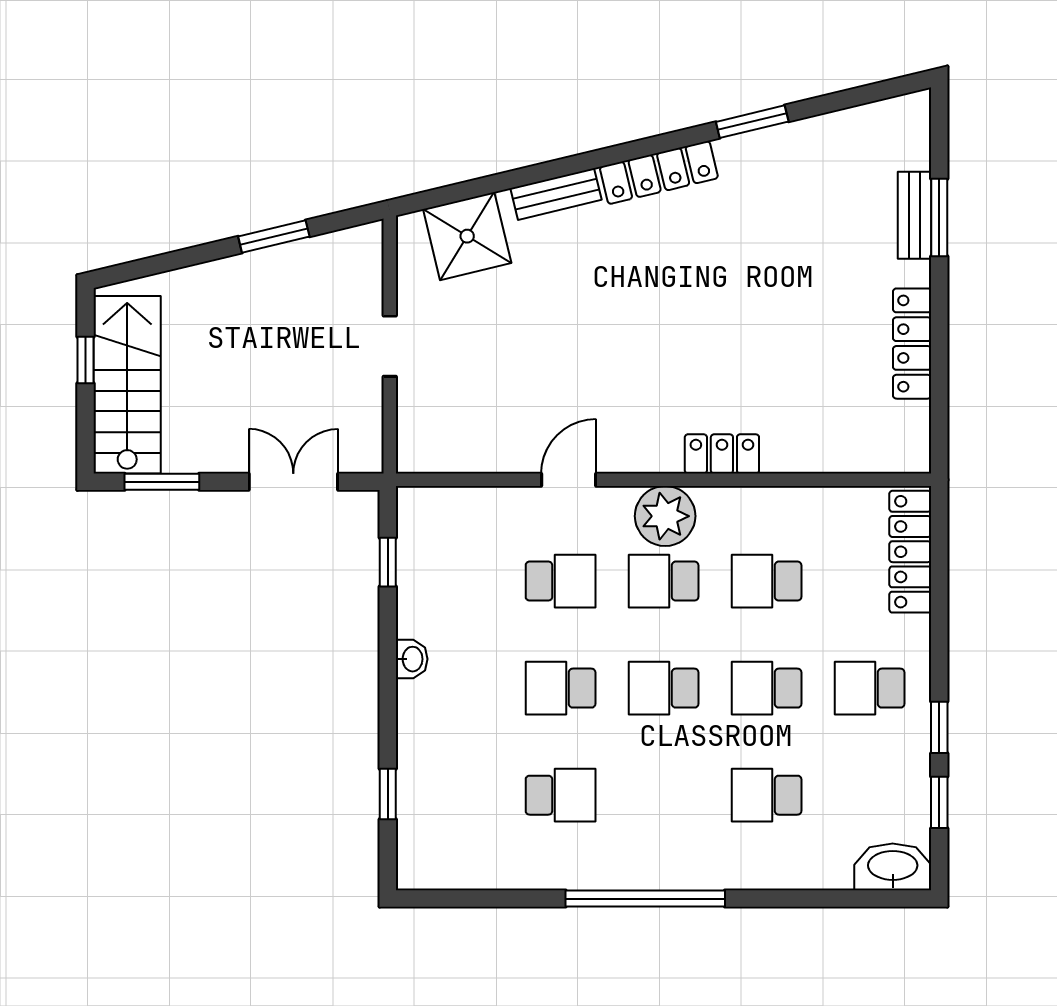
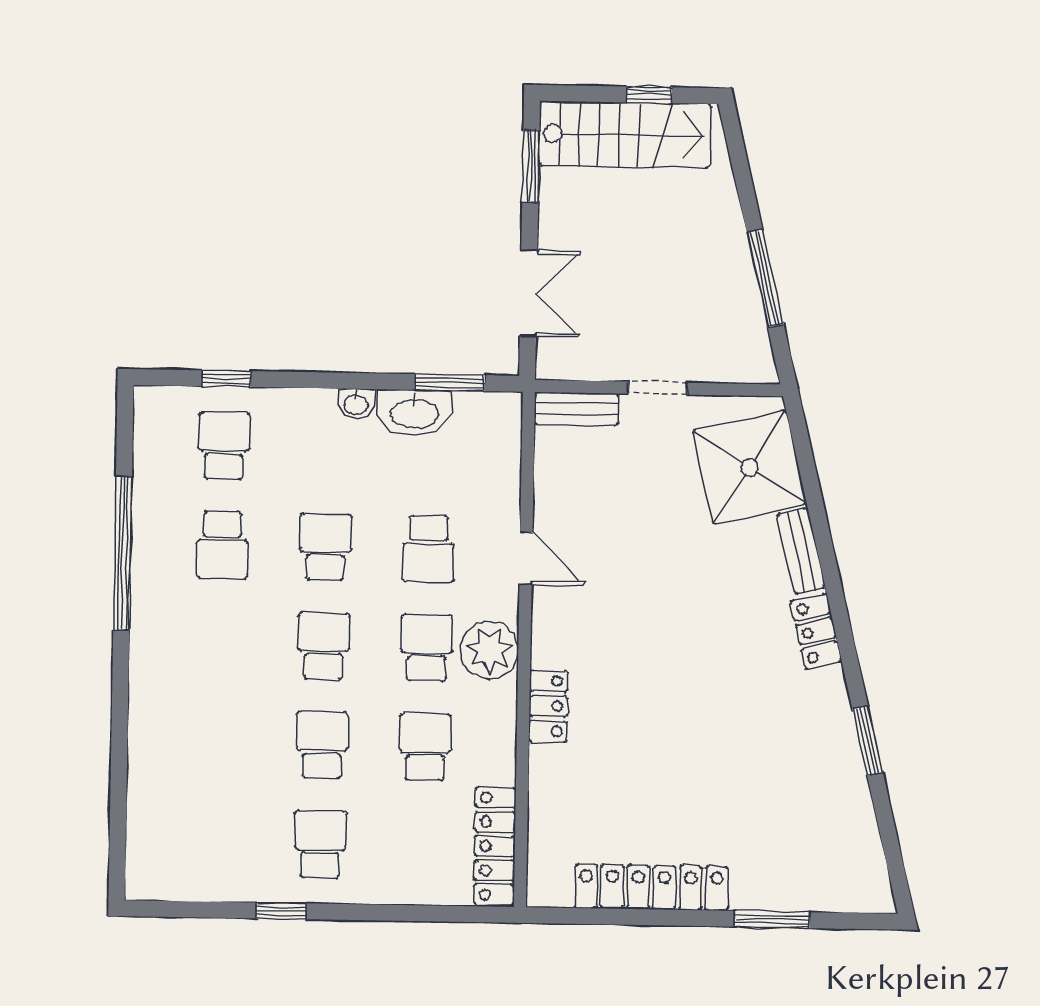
locker: (659, 173) -> (816, 631), width x0.66
bench: (914, 215) -> (576, 409), moved
window: (274, 236) -> (765, 278), width x1.44
shower: (467, 236) -> (750, 467), width x1.37, depth x1.37
locker: (912, 344) -> (651, 887), width x1.41, depth x1.21
locker: (910, 552) -> (495, 846), moved, turned -90
window: (388, 562) -> (450, 383), width x1.50
school desk: (767, 795) -> (224, 446), moved
window: (939, 802) -> (209, 910), removed
washbasin: (893, 867) -> (415, 412), moved, turned 90
window: (645, 899) -> (123, 553), moved

